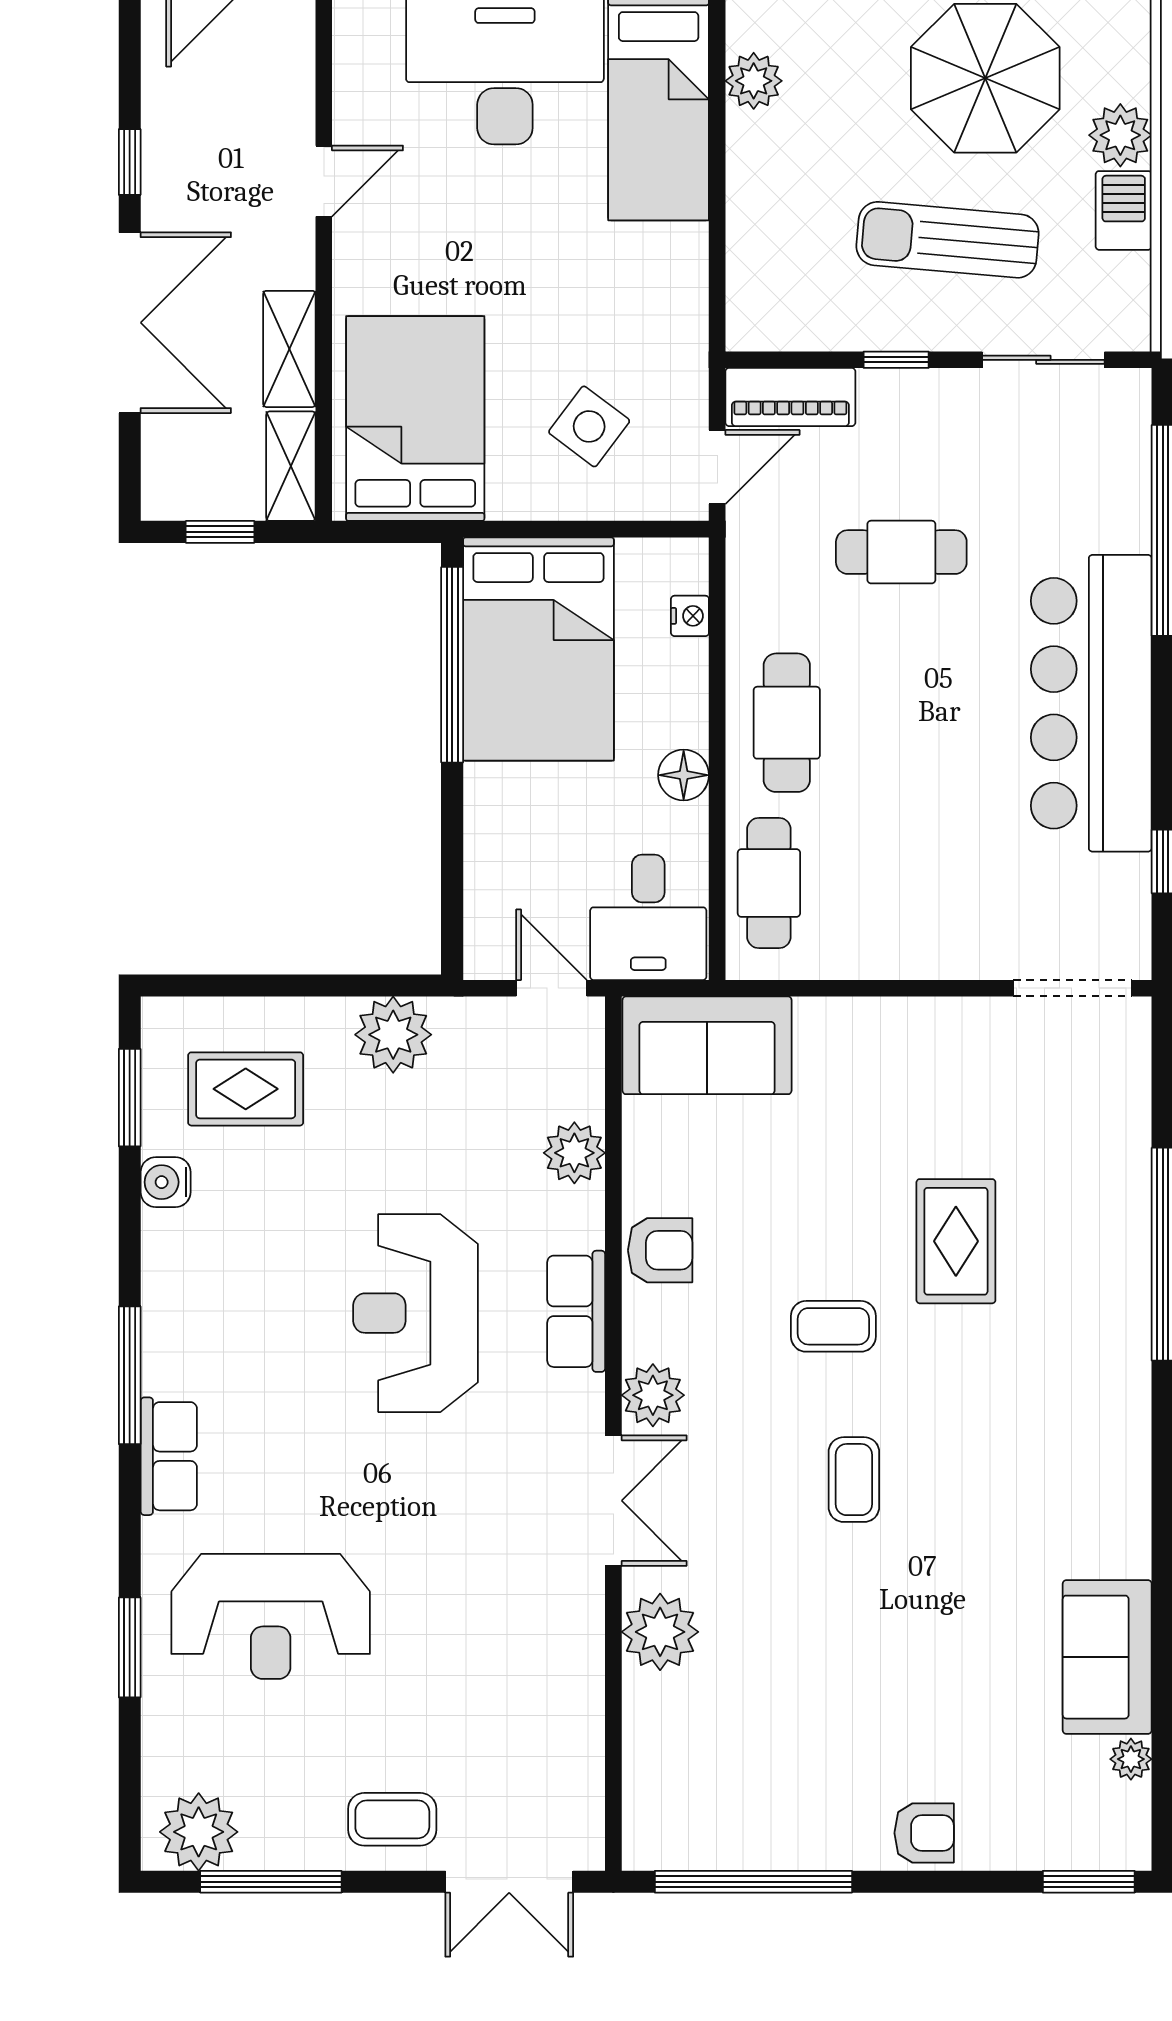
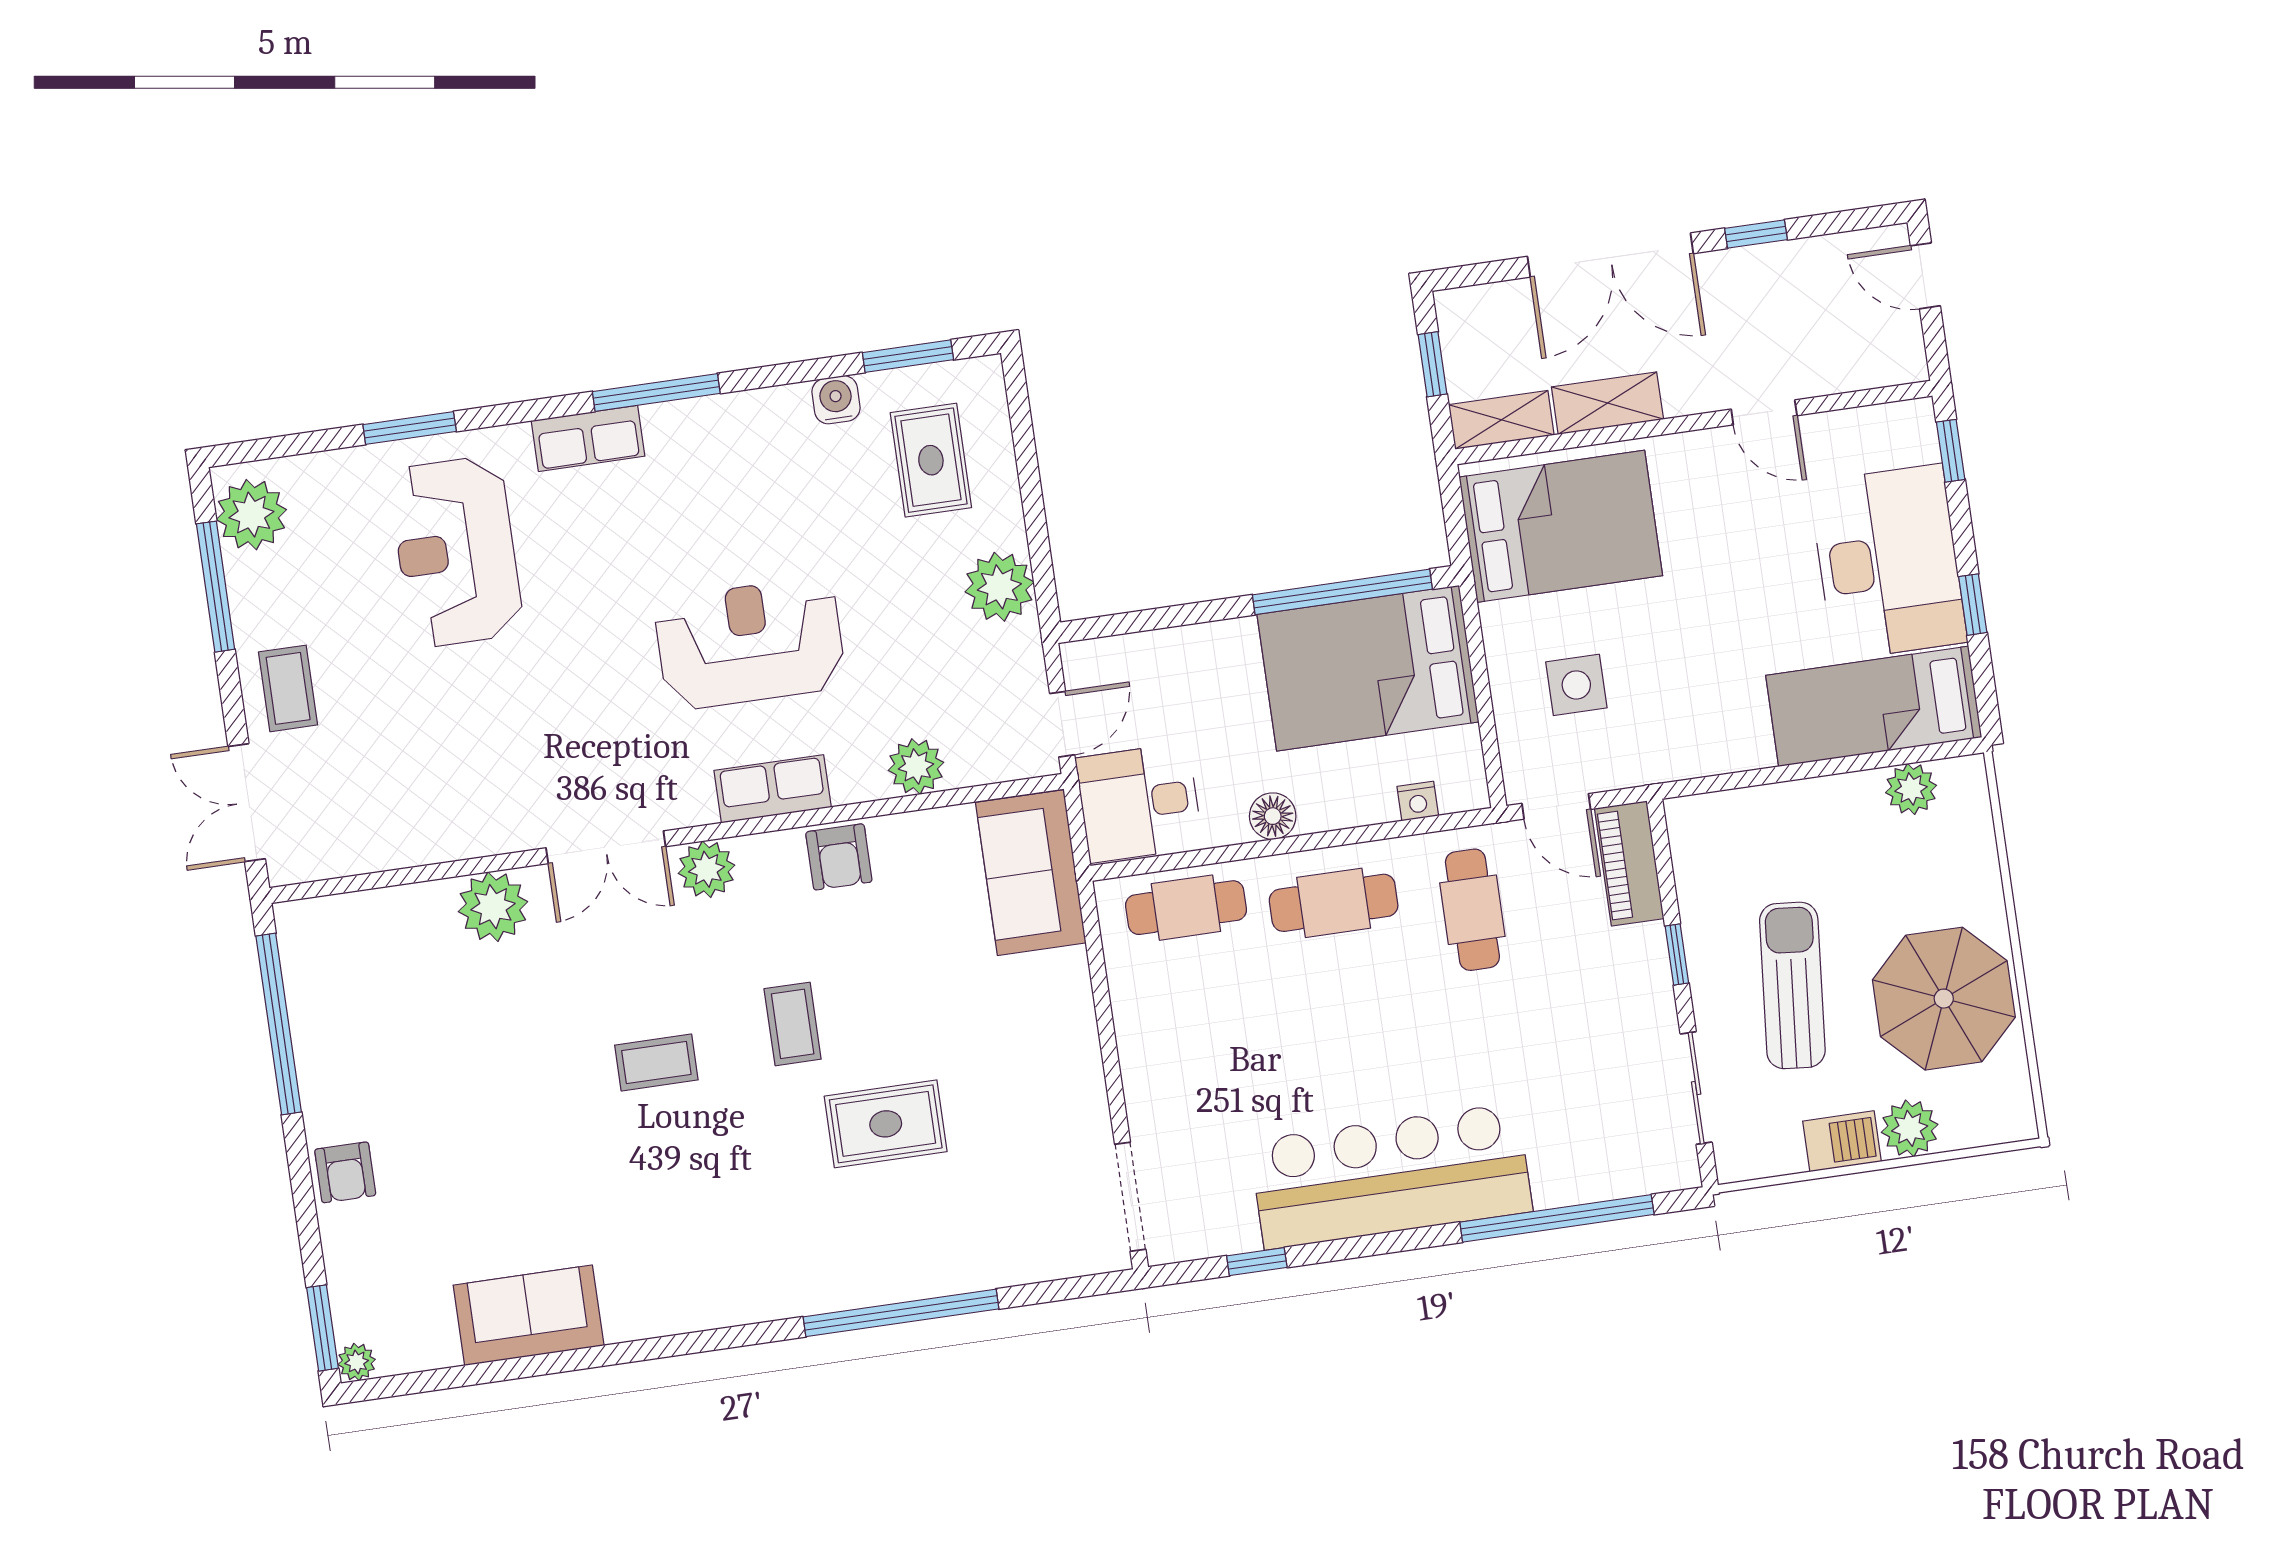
side table: (589, 426) -> (1576, 685), turned -37
cafe table: (901, 552) -> (1472, 910), moved
plant: (1131, 1759) -> (357, 1362), moved

